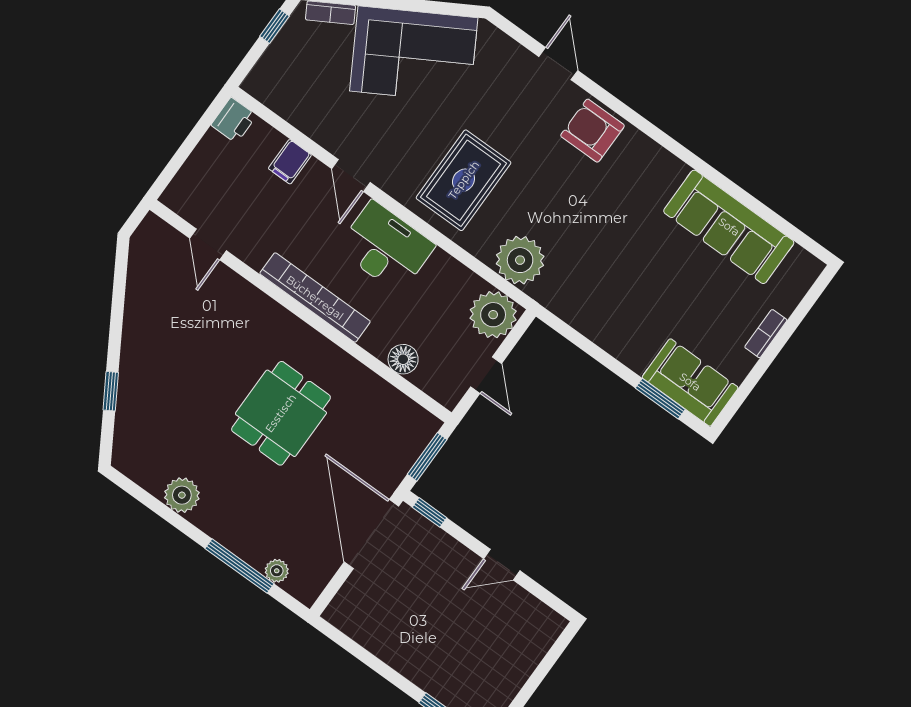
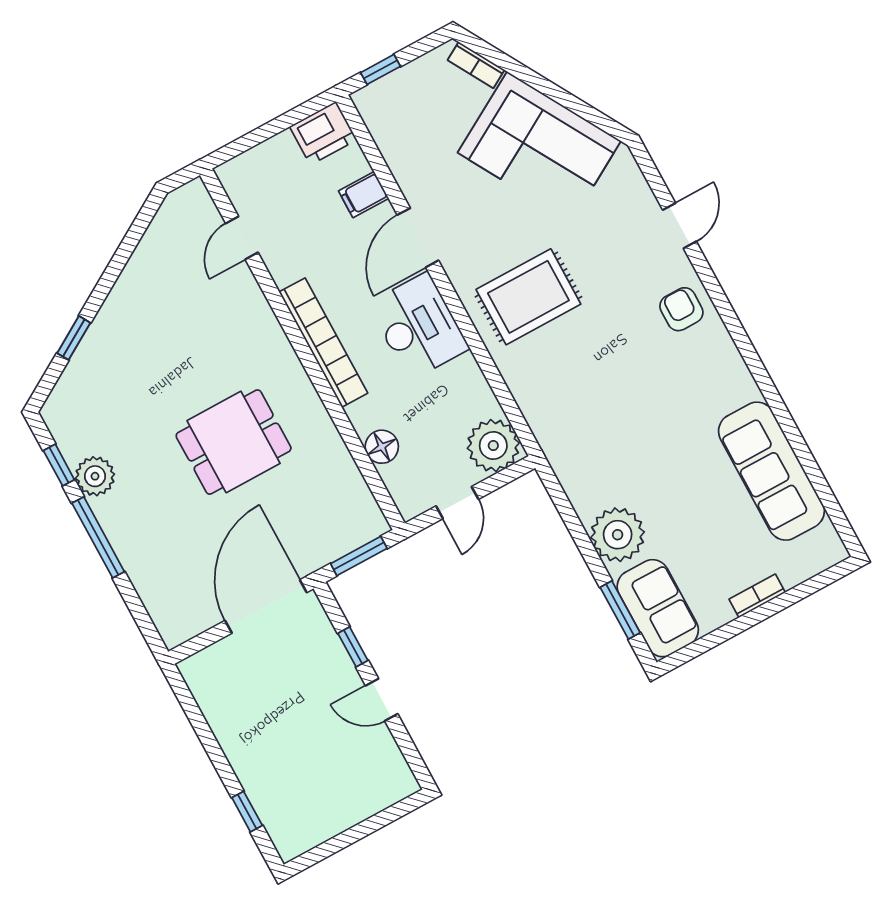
window: (274, 26) -> (380, 69), moved
printer: (234, 120) -> (323, 133), width x1.36, depth x1.24
armchair: (592, 131) -> (681, 309), width x0.72, depth x0.72
door: (351, 175) -> (418, 238), width x1.38
plant: (520, 260) -> (618, 535), moved
window: (148, 500) -> (59, 465), added
window: (429, 512) -> (353, 647), moved
window: (240, 566) -> (98, 537), moved
plant: (277, 571) -> (153, 598), removed

